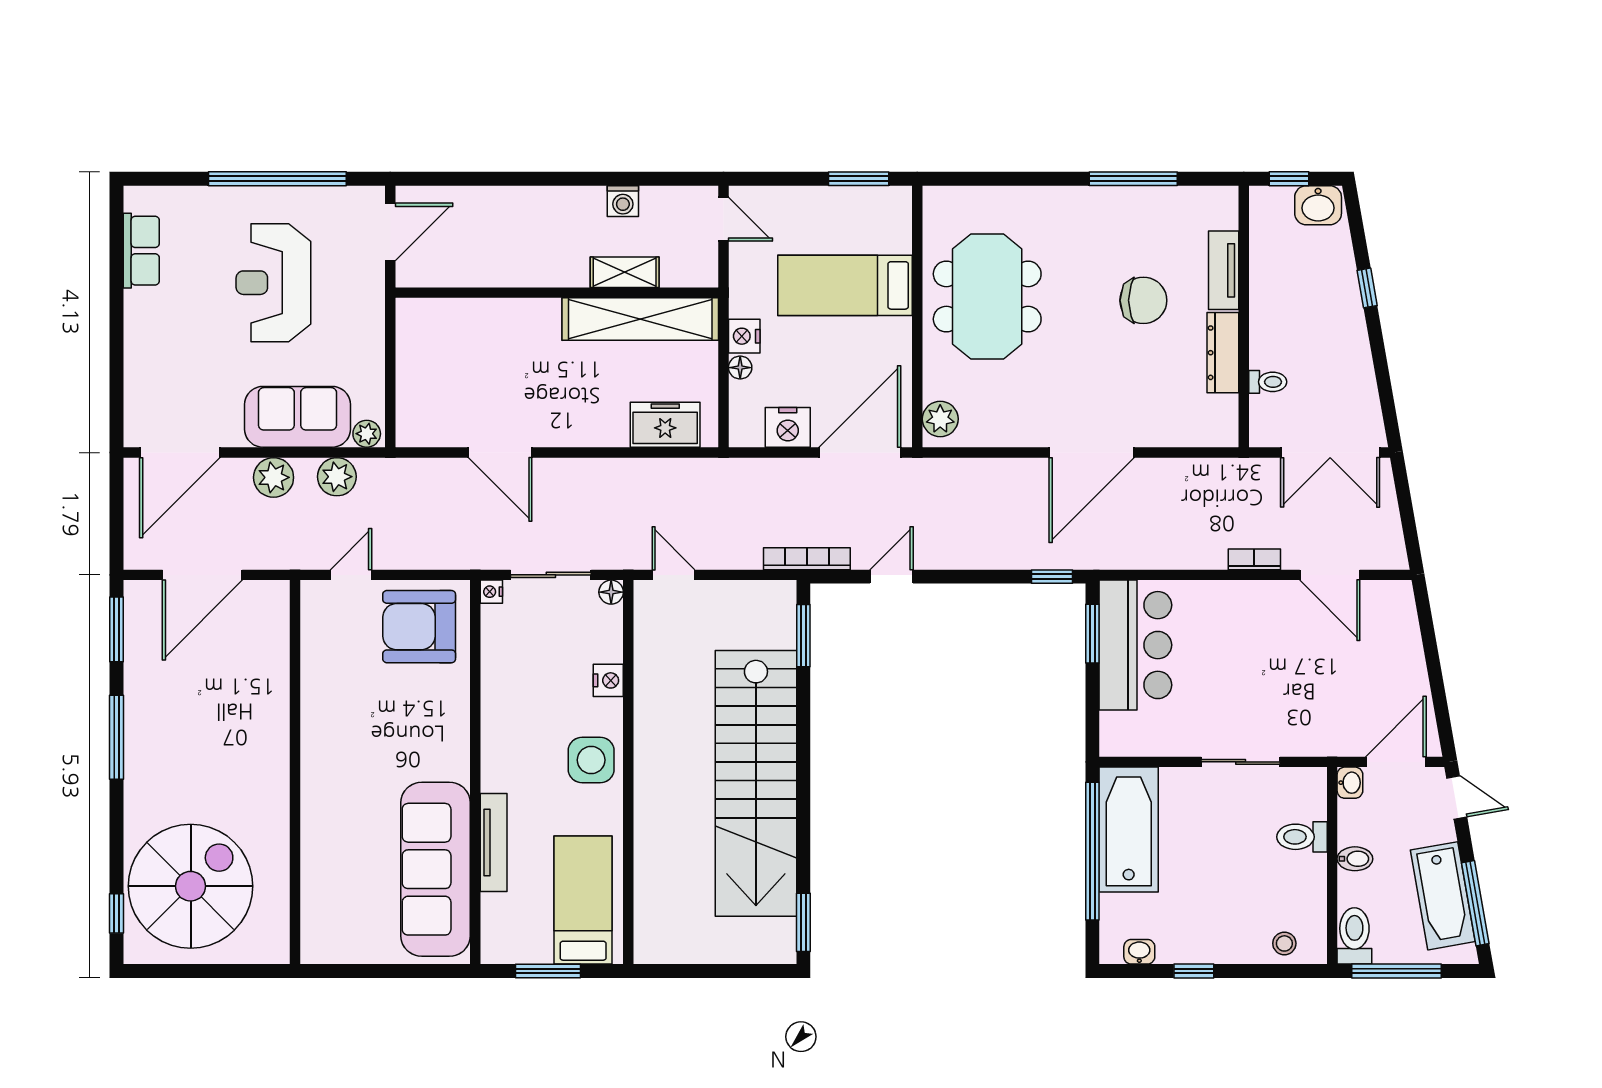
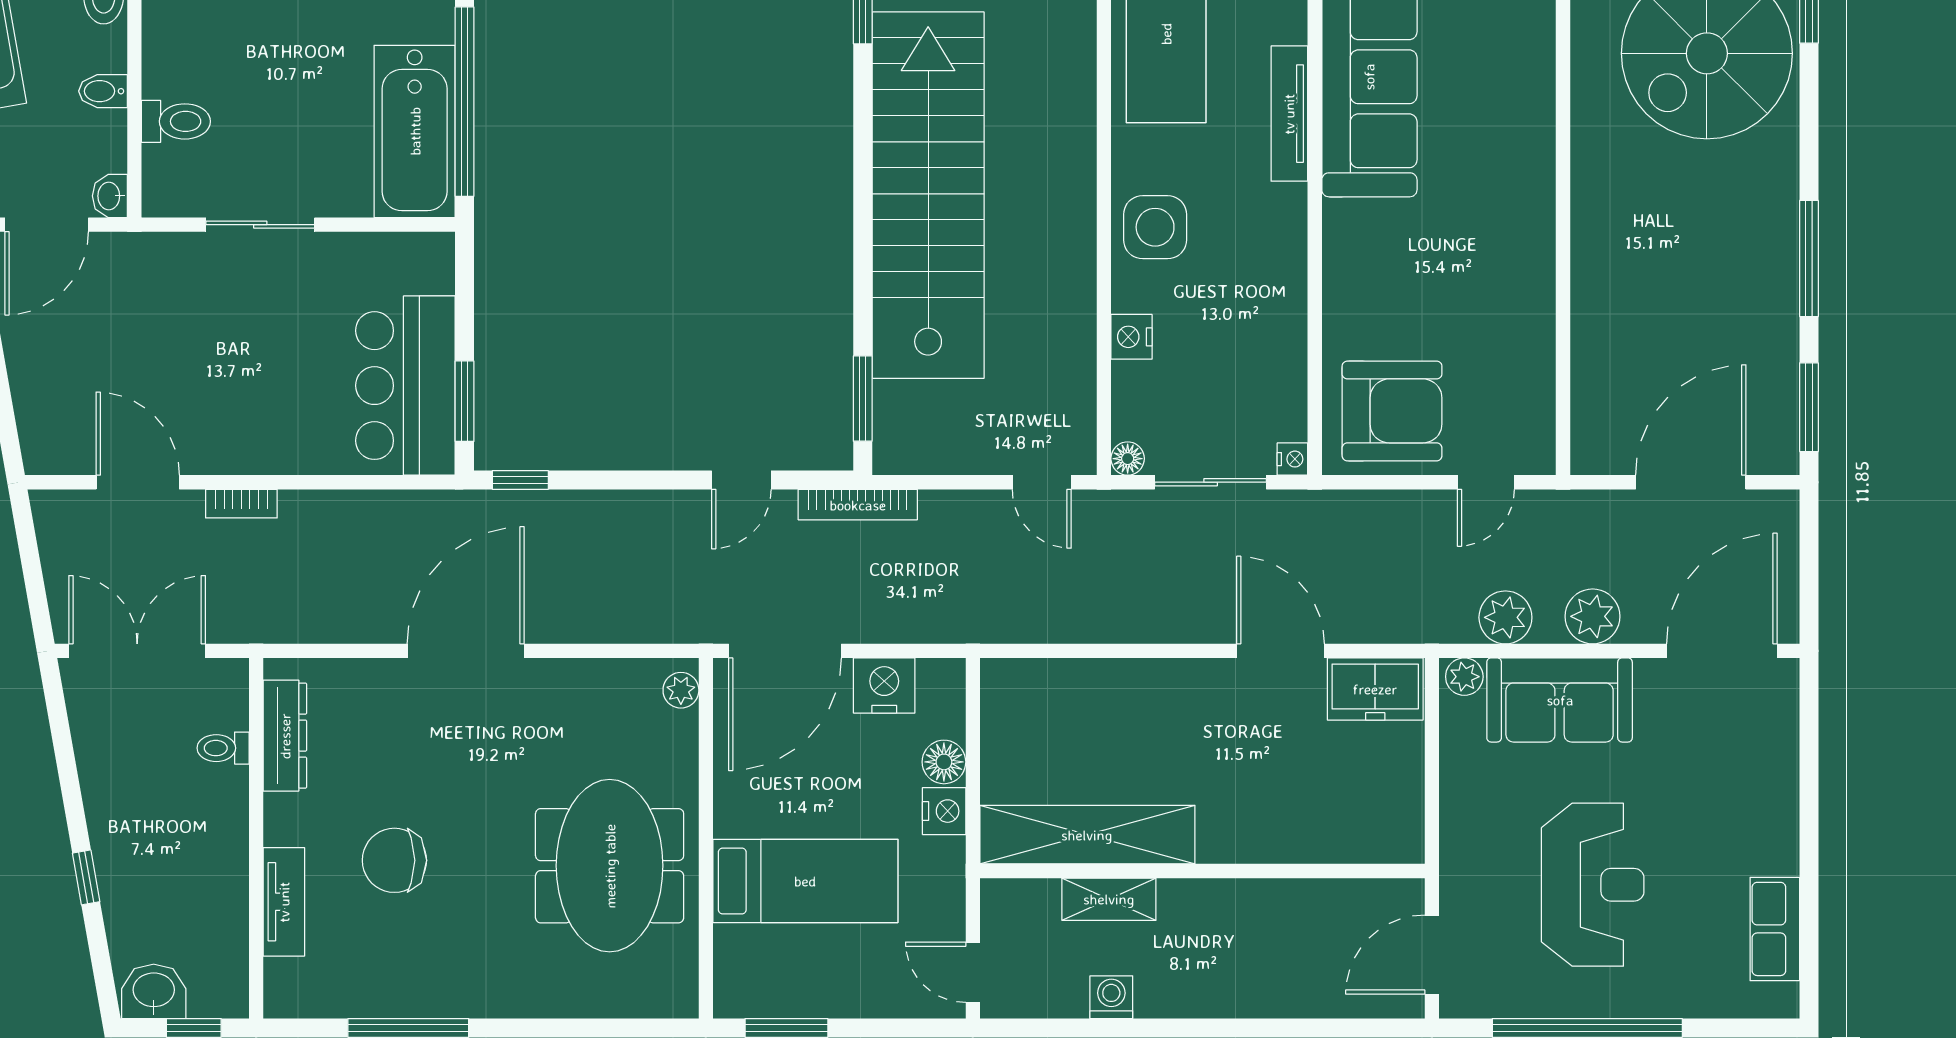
dresser: (1223, 353) -> (285, 736), moved
floor lamp: (740, 368) -> (944, 762), width x1.37, depth x1.37
plant: (940, 419) -> (681, 690), width x0.73, depth x0.73
freezer: (665, 425) -> (1375, 689), moved

